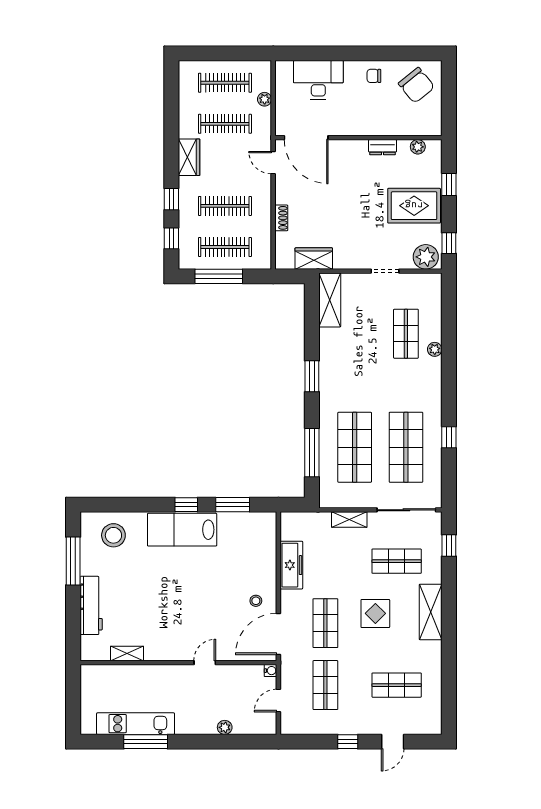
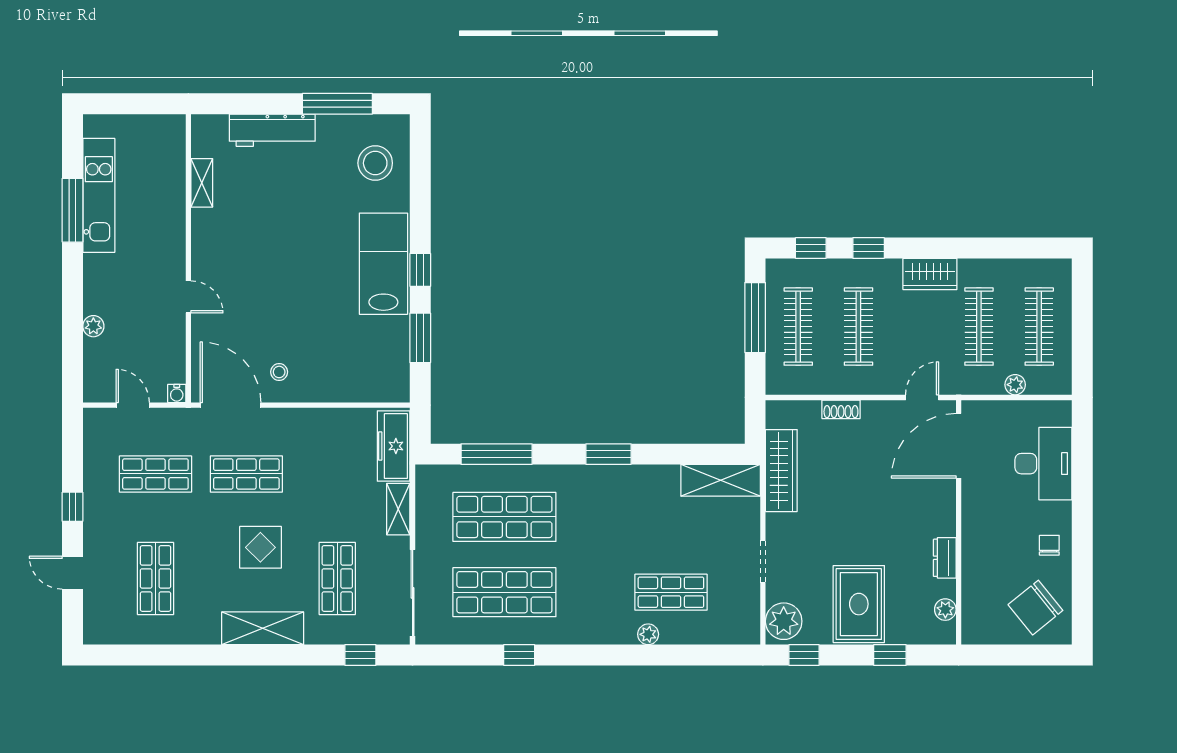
wardrobe: (314, 259) -> (781, 471), width x1.50
freezer: (291, 565) -> (394, 446), moved, turned 90

